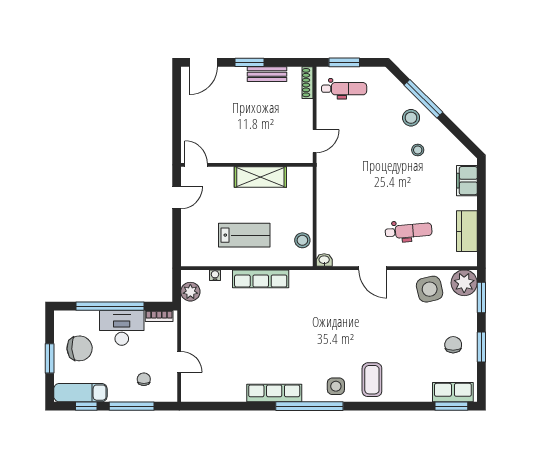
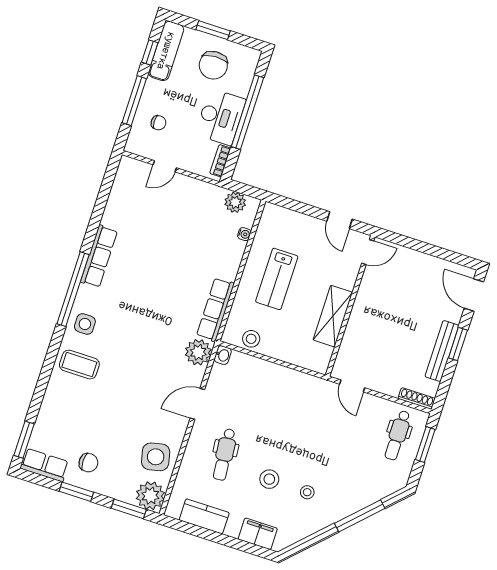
bench: (267, 74) -> (442, 351), width x1.36
stool: (411, 118) -> (269, 479), moved
row of seats: (261, 279) -> (215, 310), moved
plant: (329, 282) -> (198, 352), added
row of seats: (453, 392) -> (44, 465), moved, turned -90

